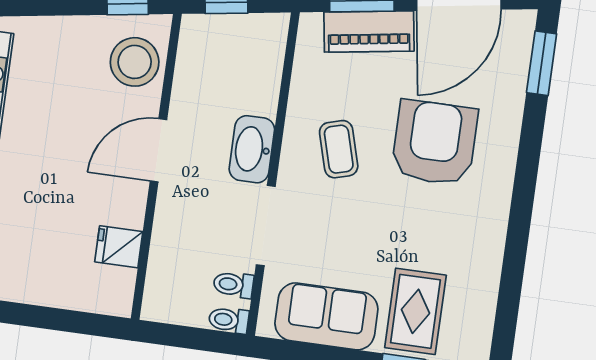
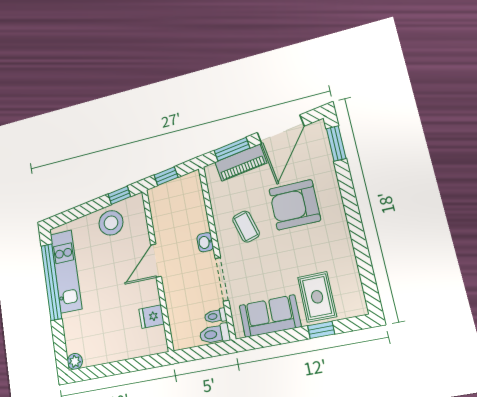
stool: (135, 62) -> (111, 223), moved
armchair: (435, 143) -> (295, 205), turned -90
washbasin: (252, 149) -> (205, 242), width x0.52, depth x0.69
toilet: (229, 320) -> (215, 334), width x1.37, depth x1.39

